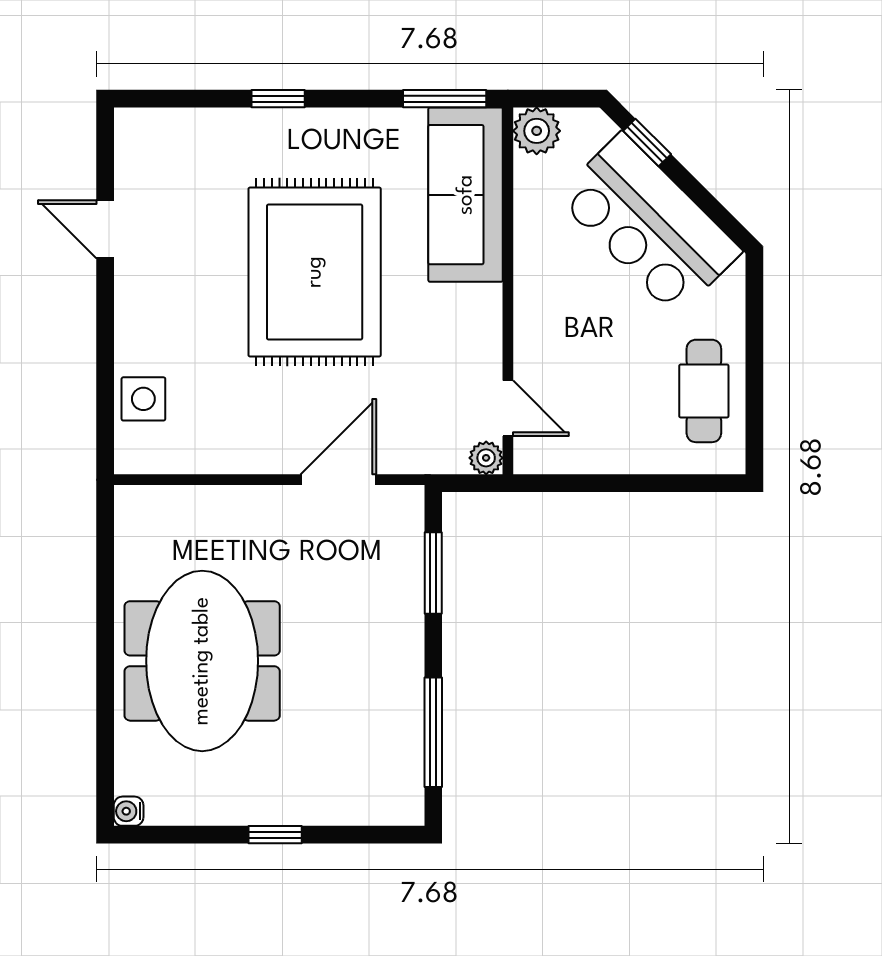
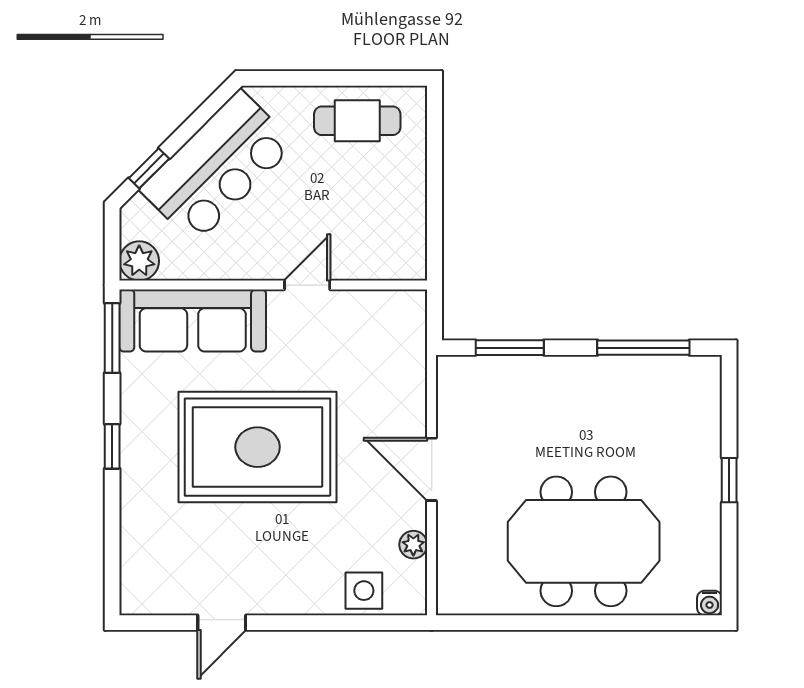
window: (278, 99) -> (112, 446), moved
door: (508, 408) -> (307, 285), moved
plant: (486, 458) -> (413, 545), moved
door: (338, 480) -> (432, 469), moved

